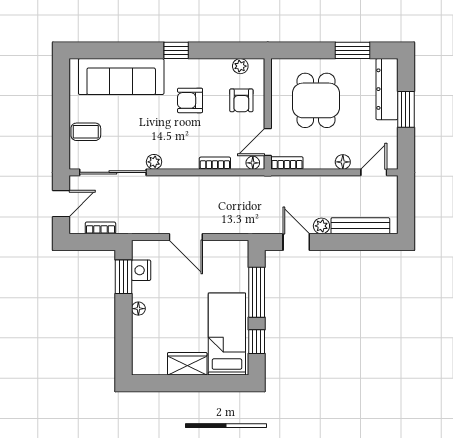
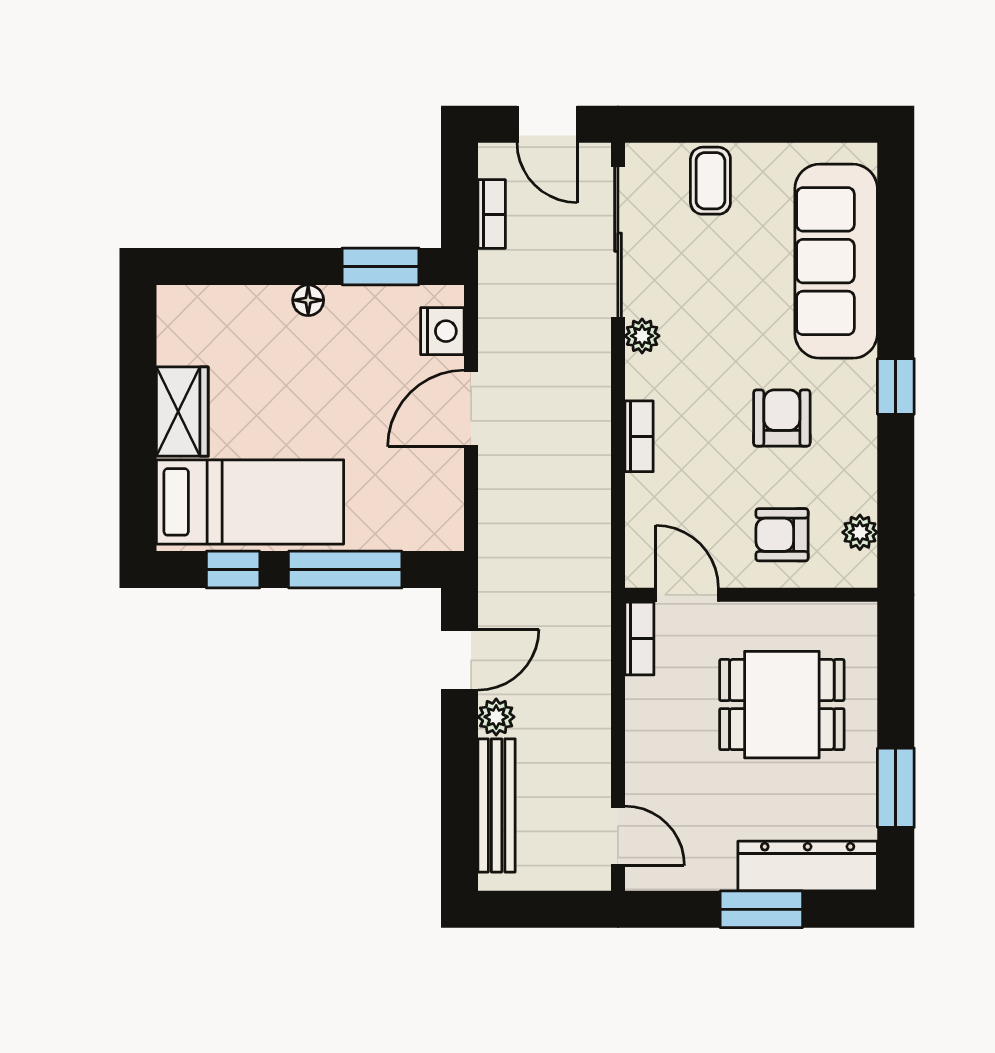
floor lamp: (343, 162) -> (642, 766), removed
bookcase: (215, 163) -> (639, 436), moved
floor lamp: (253, 163) -> (640, 561), removed
nightstand: (141, 270) -> (442, 331), moved, turned 90

